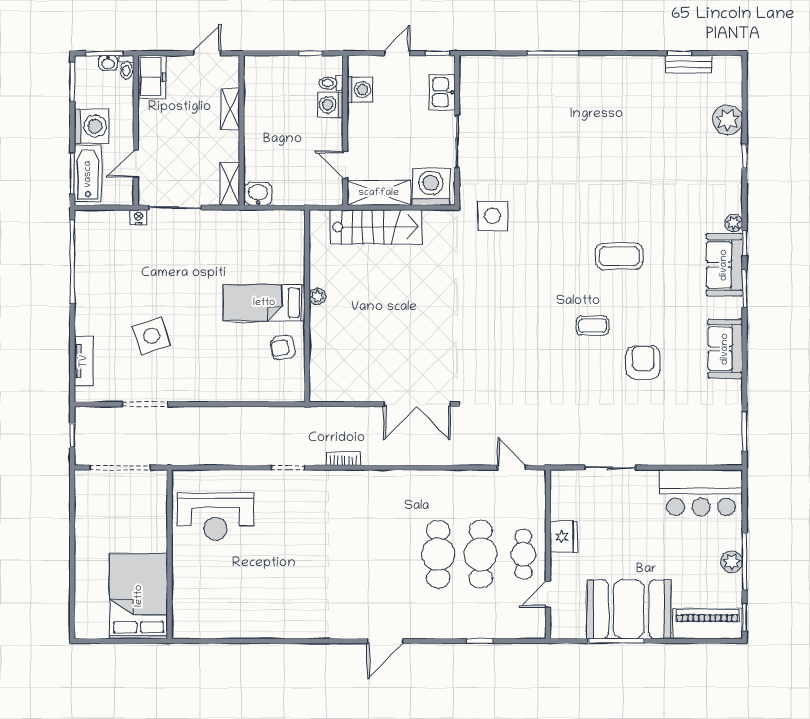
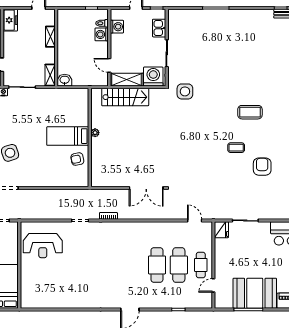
fridge: (564, 537) -> (221, 230), moved

